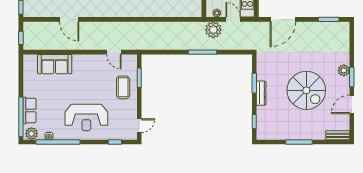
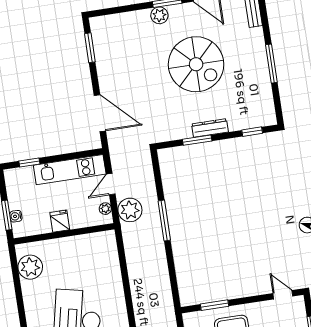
spiral stairs: (306, 90) -> (196, 64), turned 90

